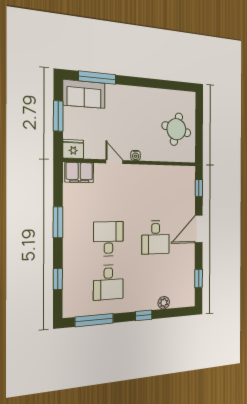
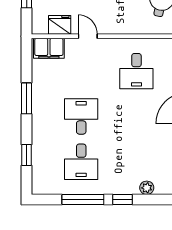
fridge: (73, 149) -> (60, 25), moved
water cooler: (136, 155) -> (112, 29), removed
desk: (156, 237) -> (136, 71), moved
window: (94, 320) -> (83, 200), moved

